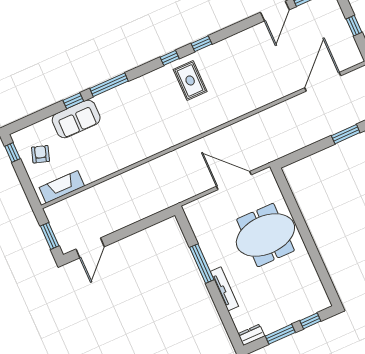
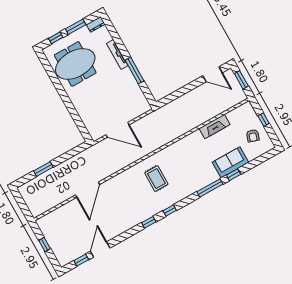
rug: (190, 80) -> (156, 178), moved
door: (323, 82) -> (87, 190), moved
window: (12, 152) -> (264, 120), moved
fireplace: (62, 187) -> (215, 127), moved
meeting table: (265, 235) -> (75, 64), moved
door: (90, 248) -> (213, 74), swing flipped

